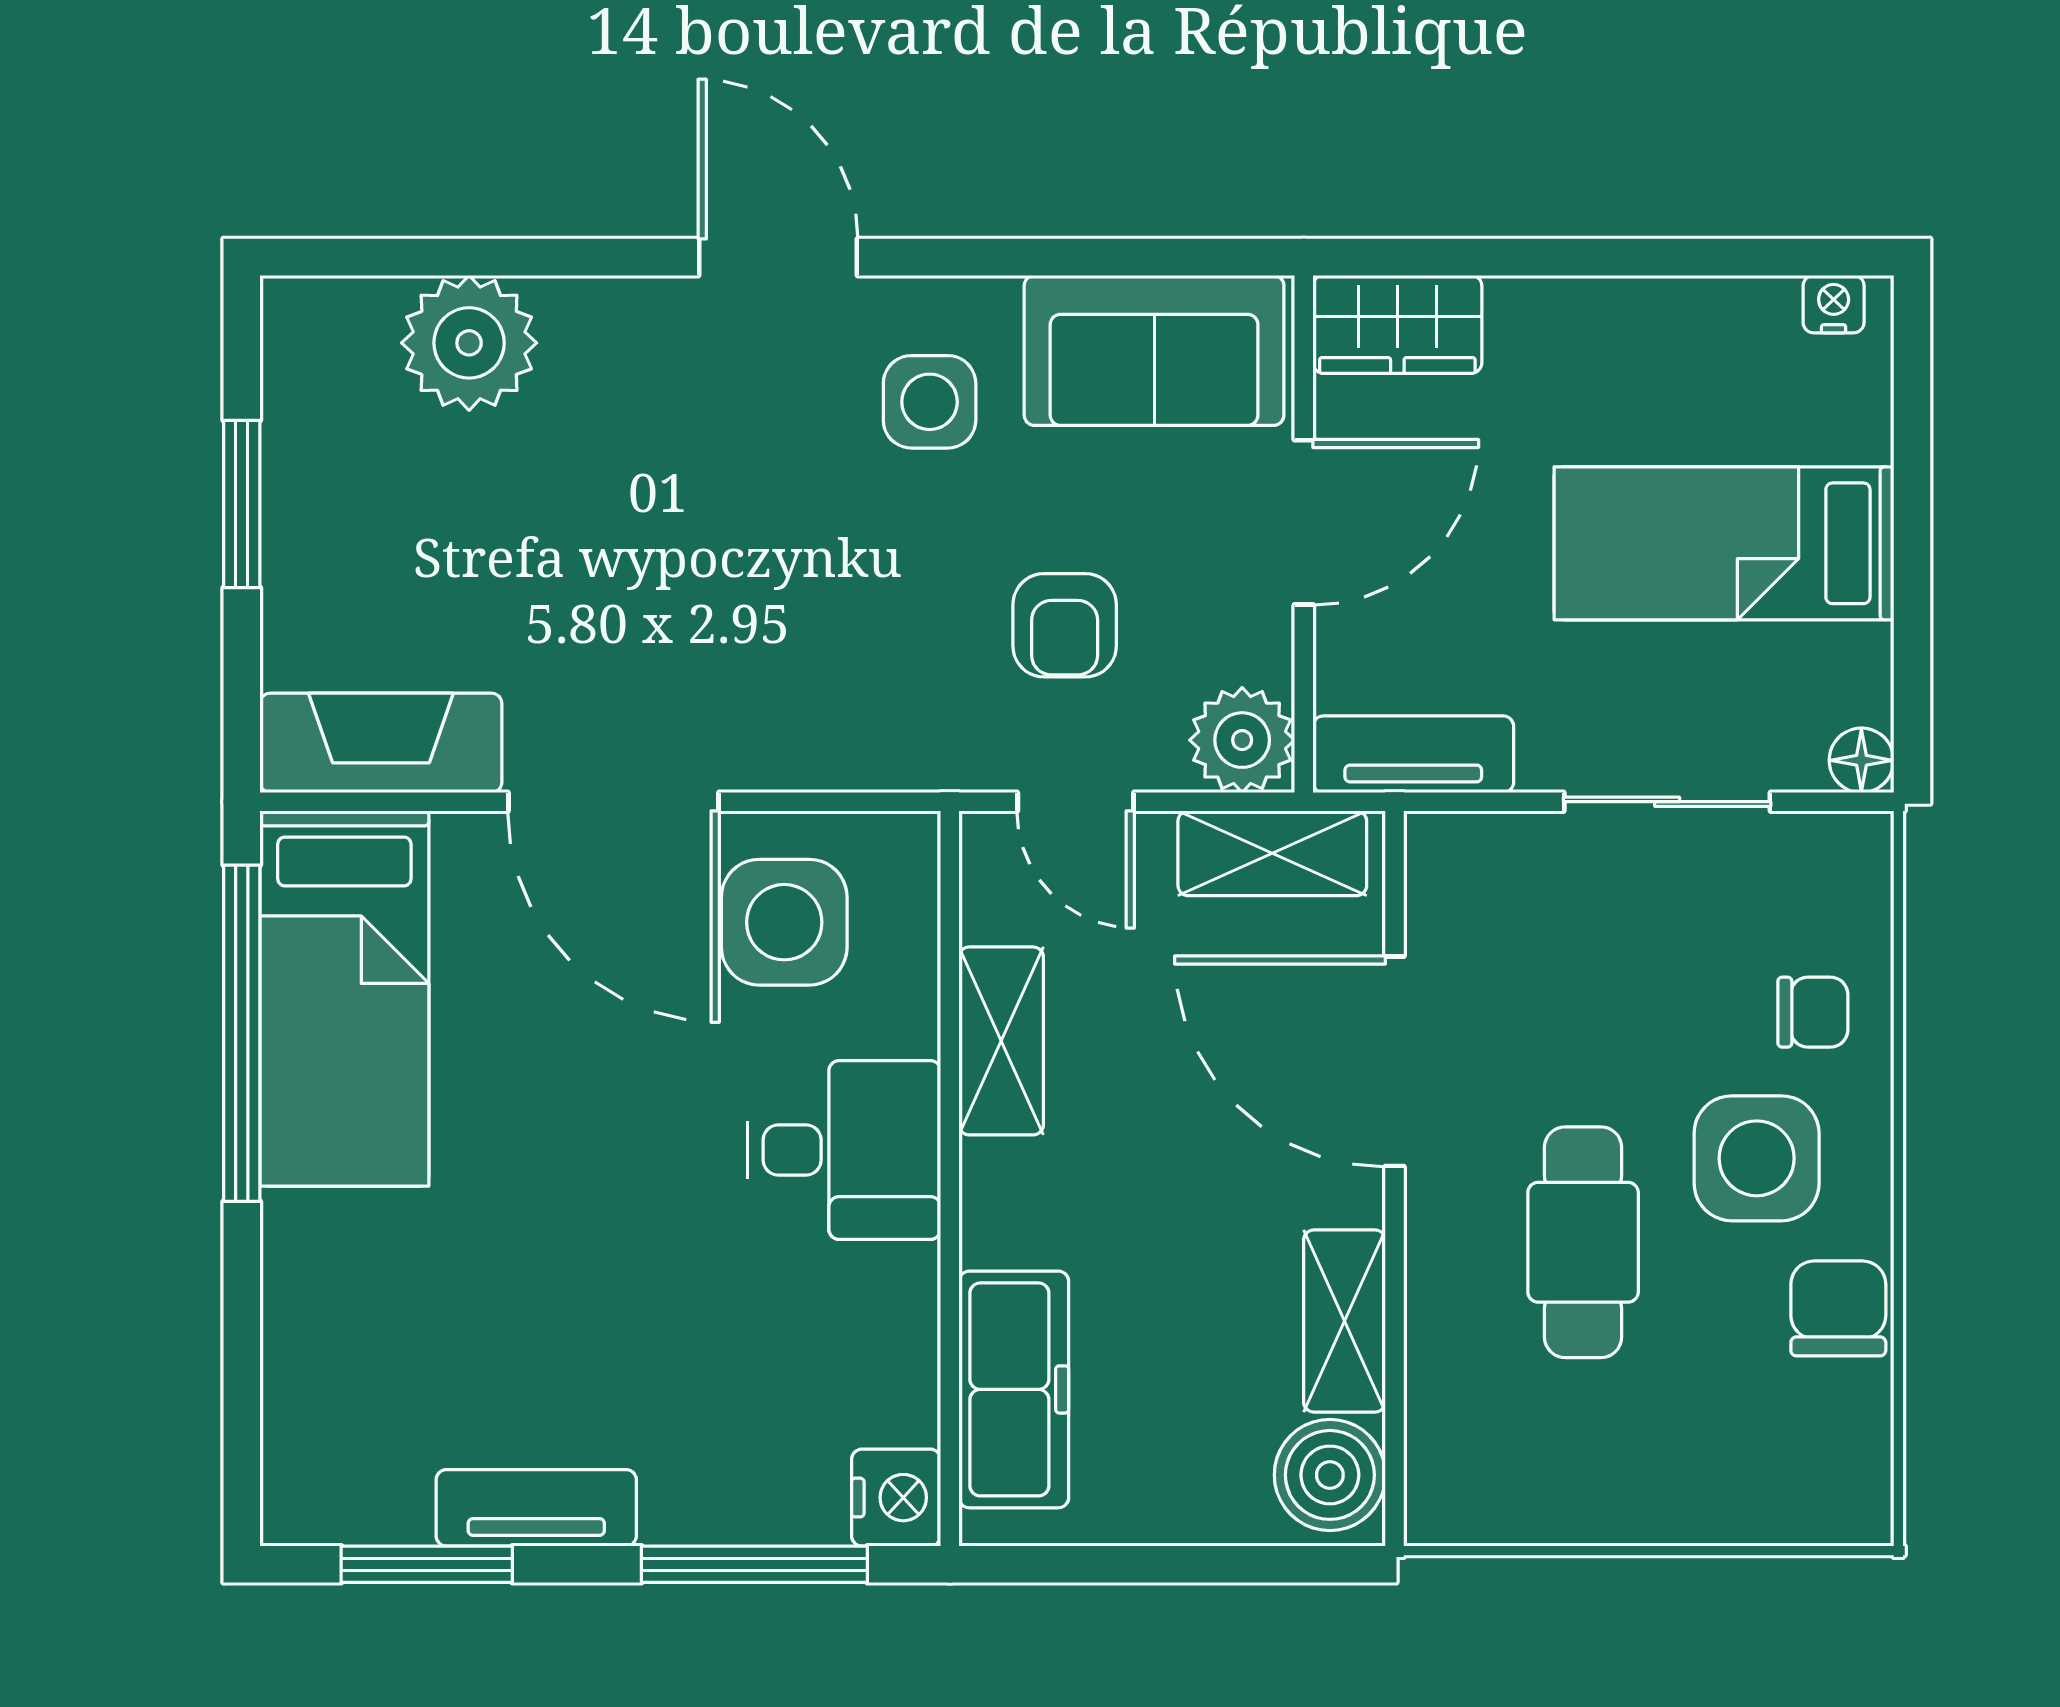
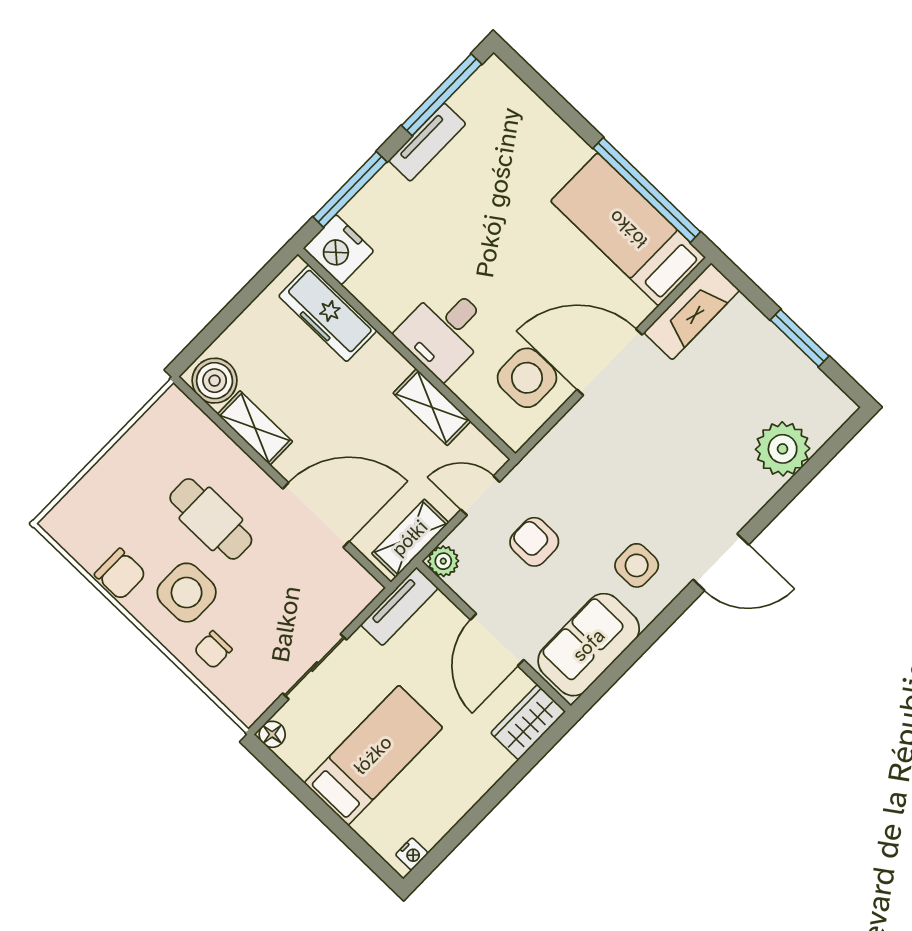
plant: (1242, 740) -> (443, 561), width x0.73, depth x0.73
nightstand: (896, 1498) -> (339, 250), width x1.36, depth x1.33
window: (427, 1564) -> (442, 95), width x1.44

